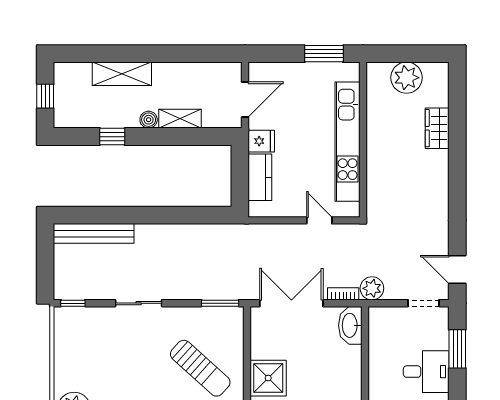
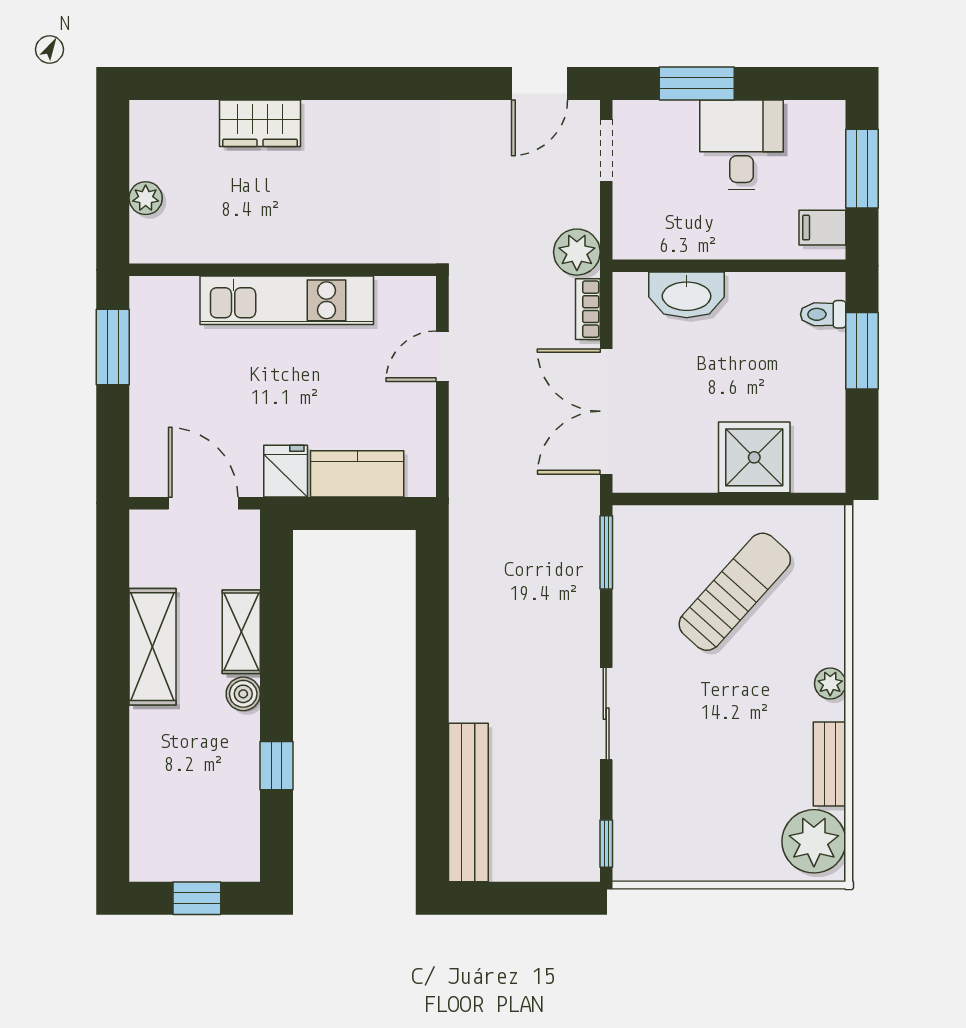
shelving: (122, 74) -> (152, 647), moved
plant: (407, 78) -> (146, 198), width x0.53, depth x0.53
kitchen unit: (348, 142) -> (287, 300), width x0.73
washbasin: (350, 325) -> (687, 295), moved

